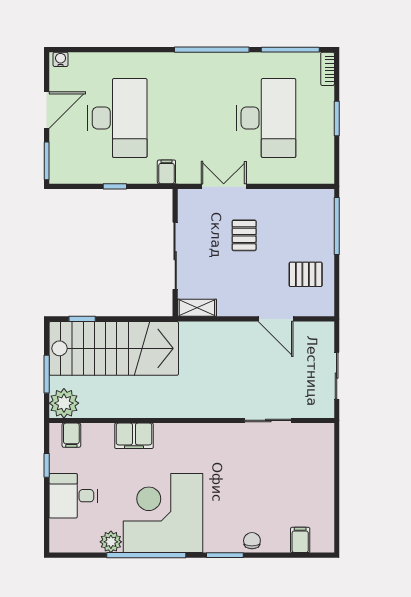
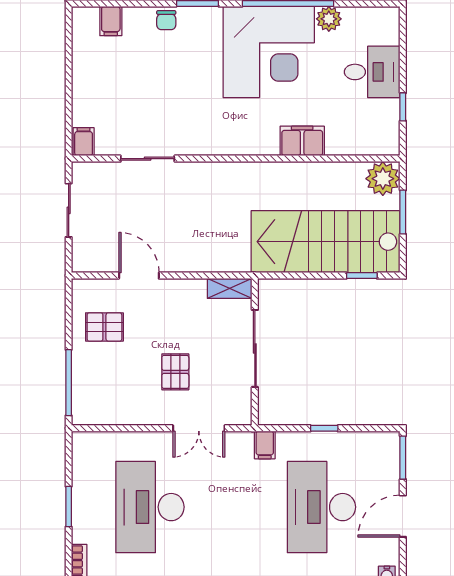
filing cabinet: (71, 435) -> (84, 142), moved

